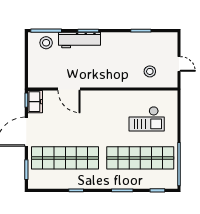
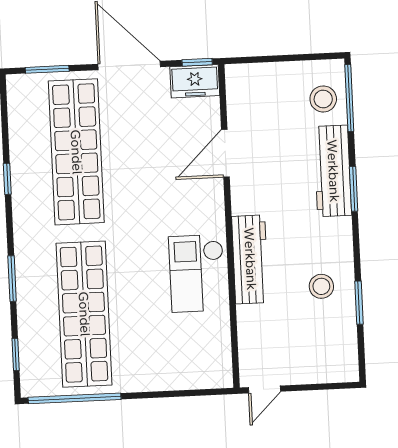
door: (179, 64) -> (264, 389), moved
stool: (150, 71) -> (321, 286), moved
workbench: (119, 80) -> (250, 259), added
checkout: (147, 119) -> (197, 273), moved

